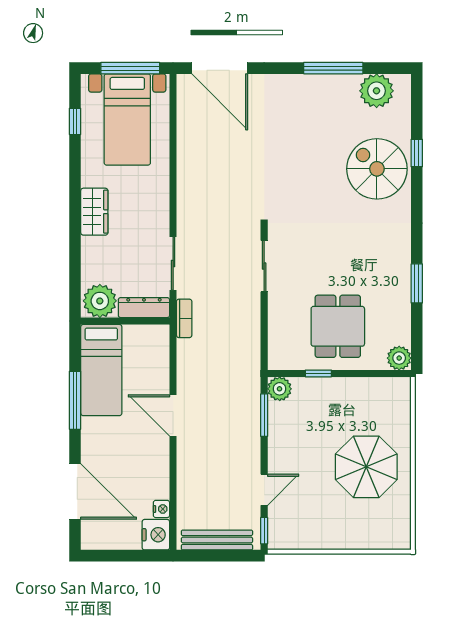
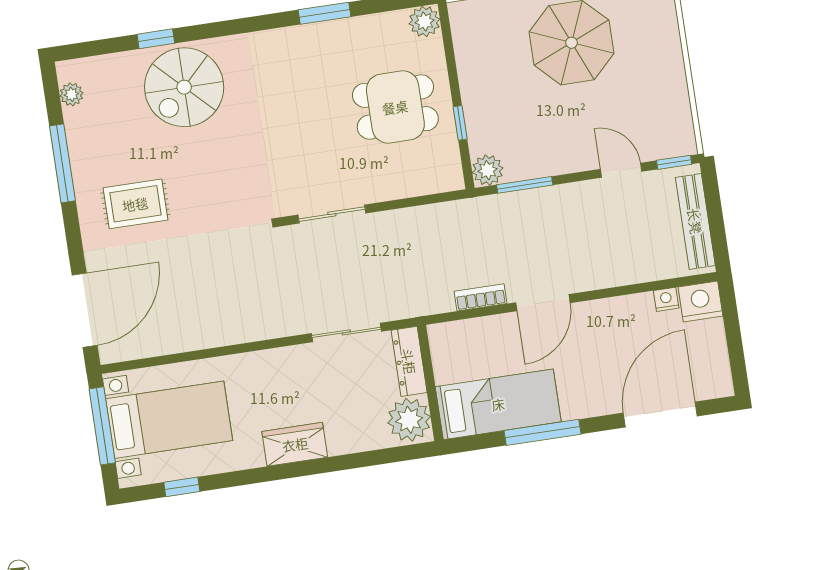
plant: (377, 91) -> (71, 94), width x0.53, depth x0.53
rug: (294, 119) -> (135, 204), added
bookcase: (184, 318) -> (481, 297), moved

